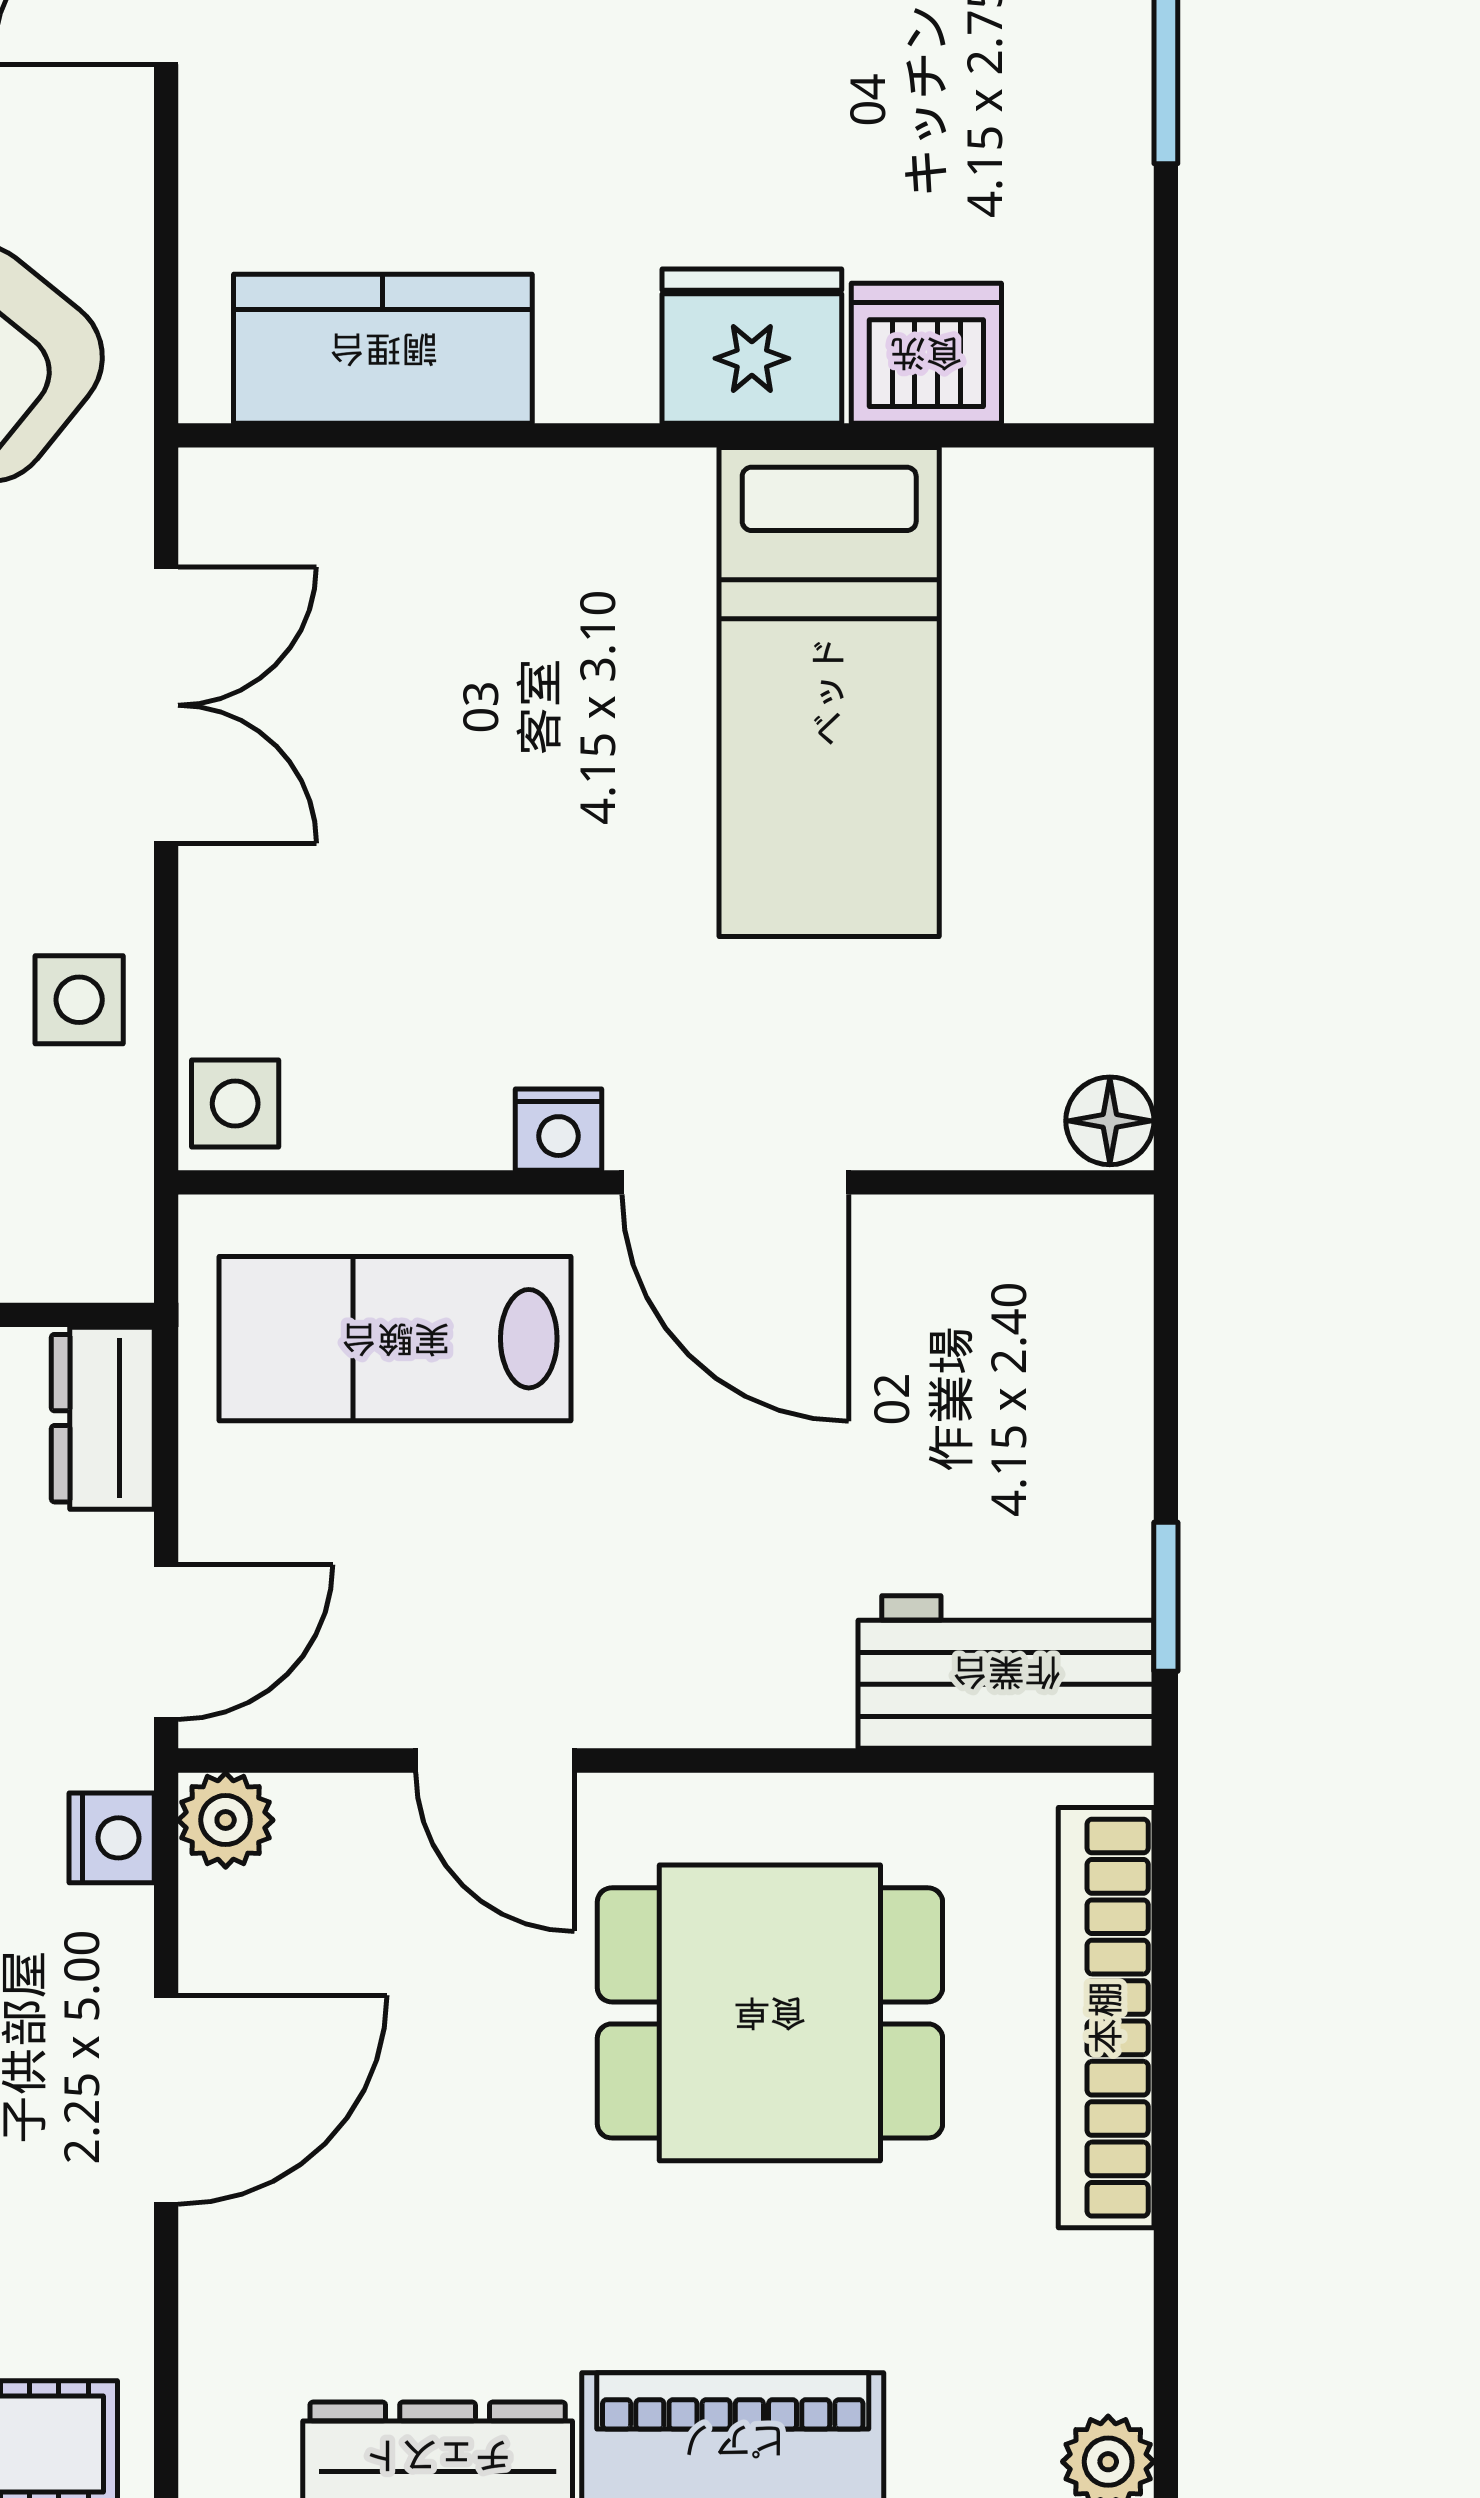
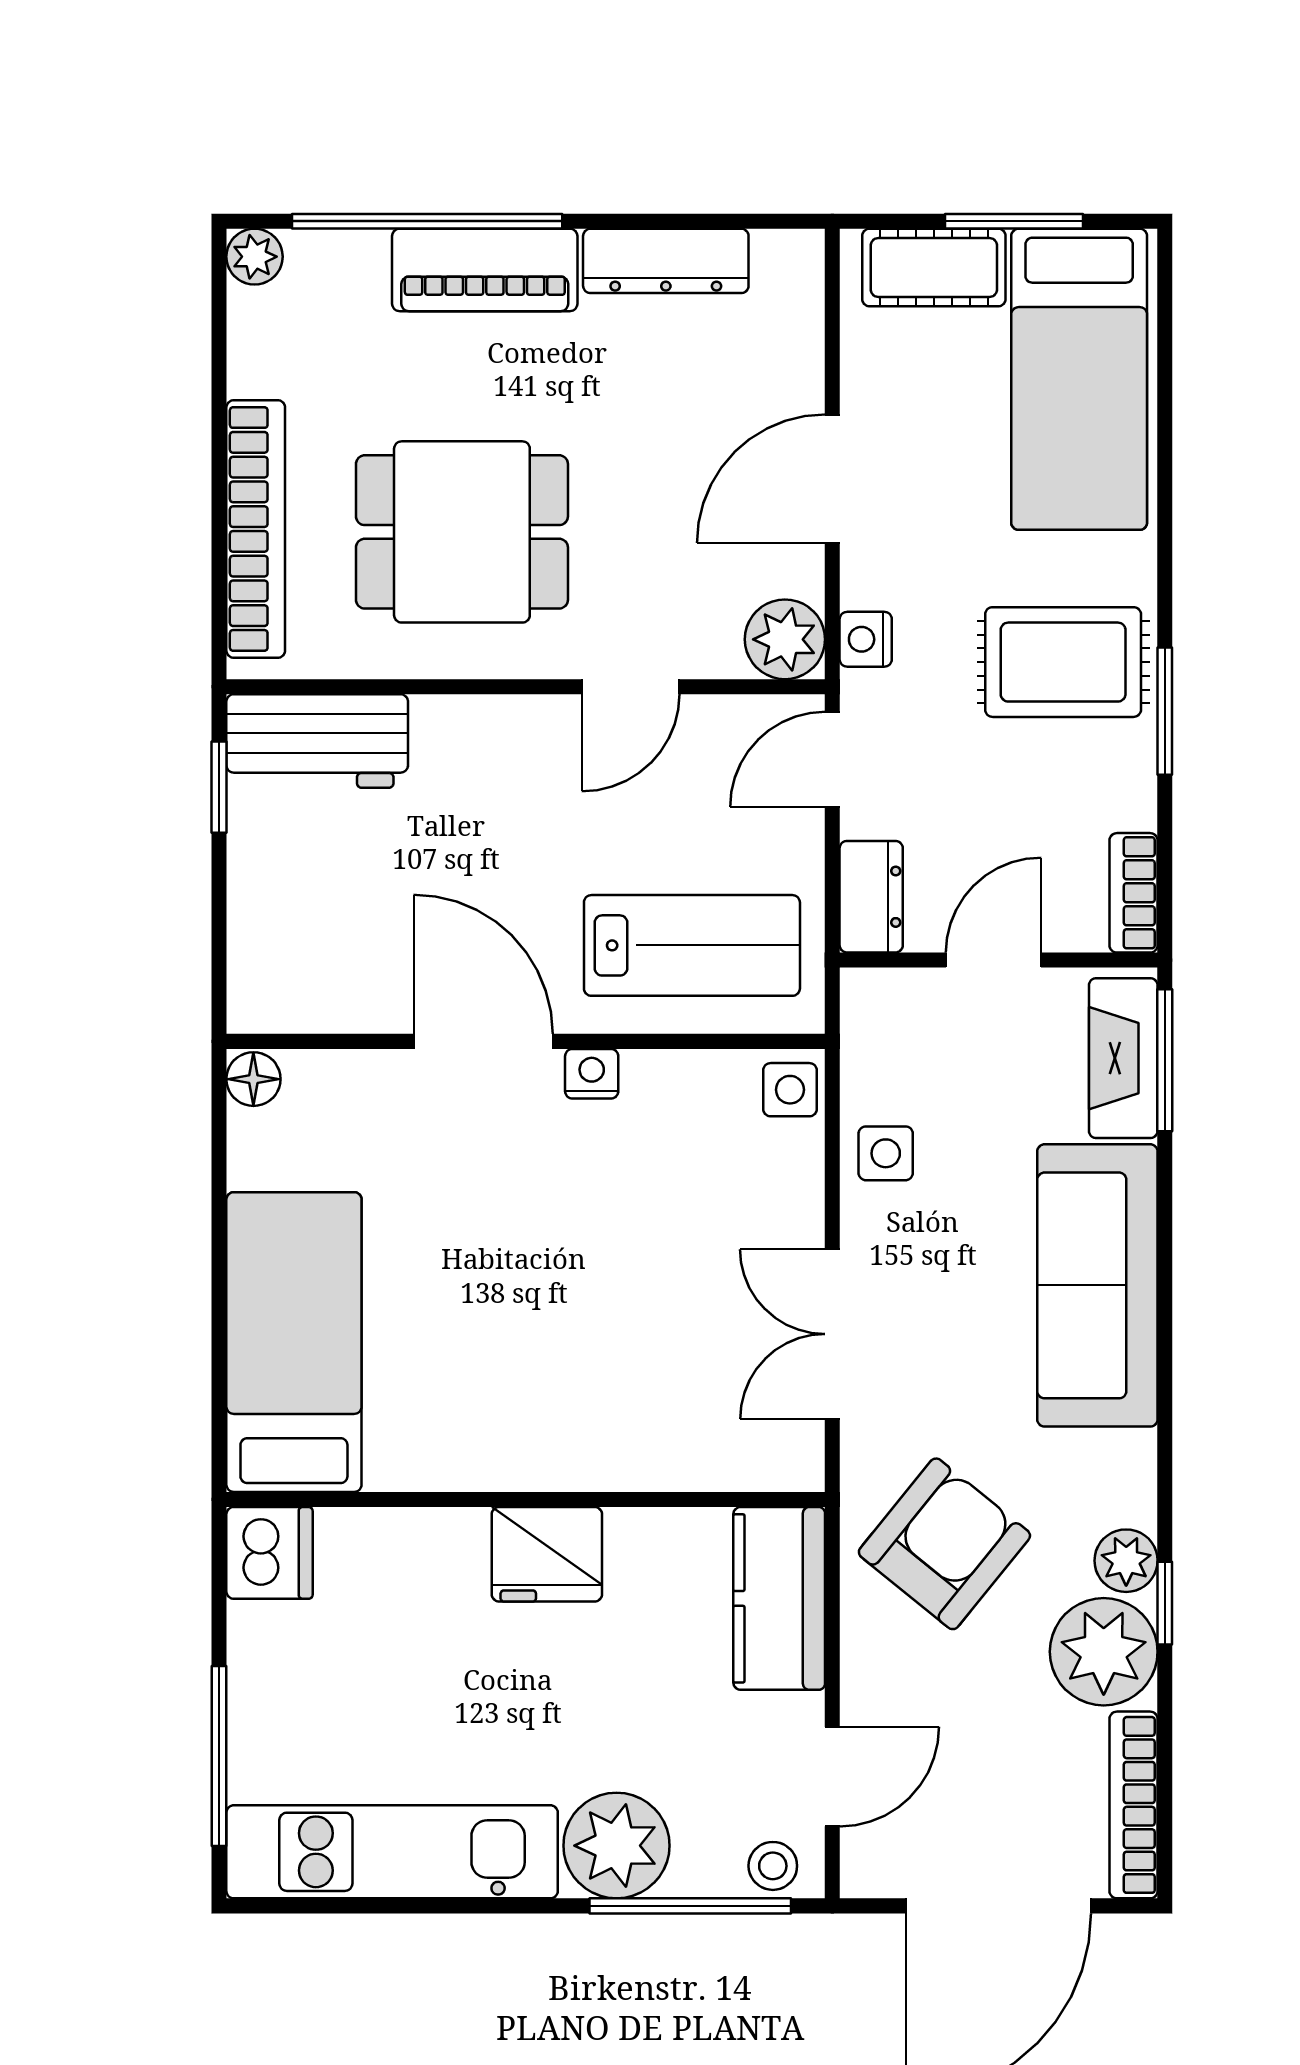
fridge: (752, 346) -> (547, 1554), moved
kitchen counter: (383, 349) -> (779, 1598), moved, turned 90
dishwasher: (926, 353) -> (270, 1553), moved, turned -90
bed: (829, 692) -> (294, 1342), moved
door: (495, 1761) -> (631, 687), swing flipped
plant: (226, 1820) -> (785, 639), width x1.38, depth x1.38

